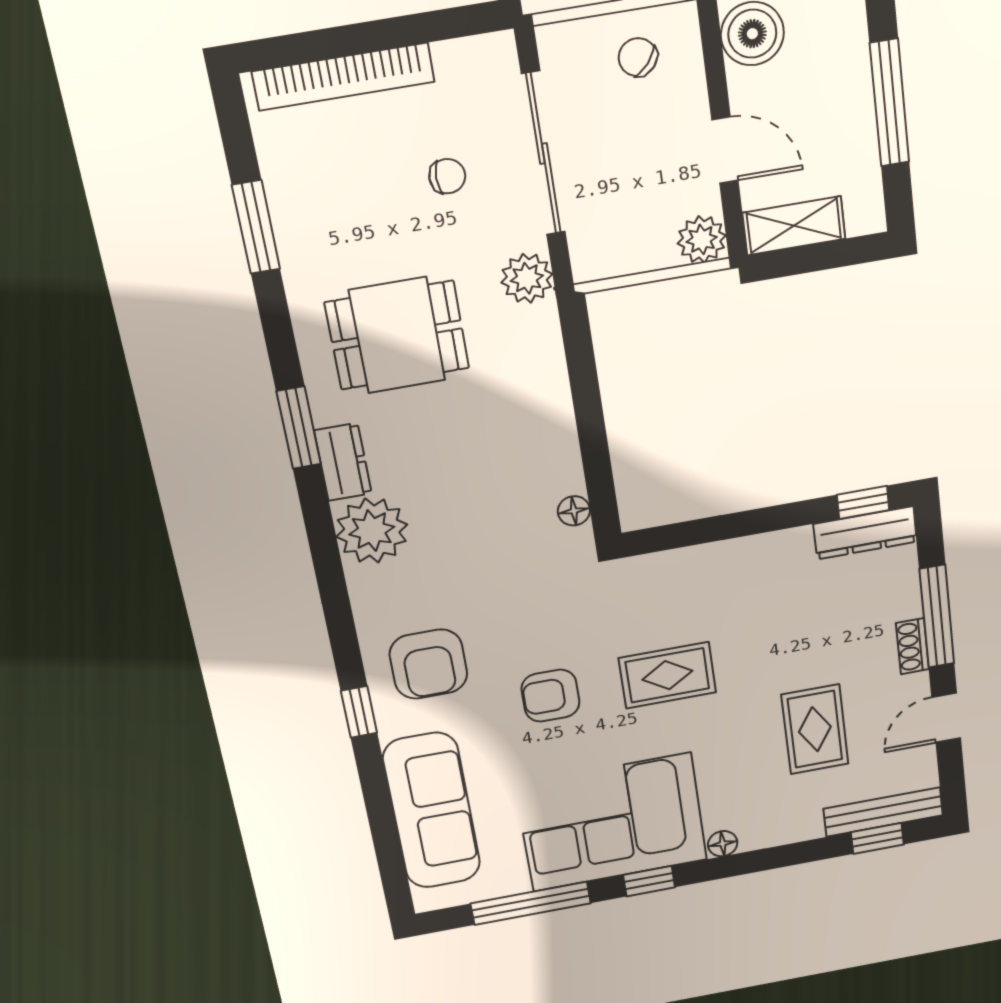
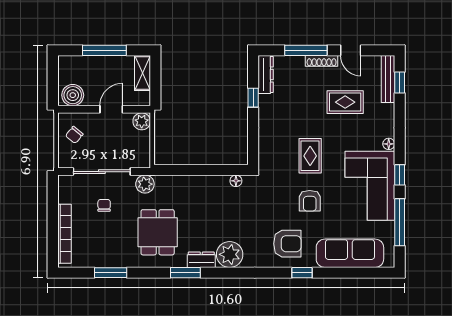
shelving: (794, 226) -> (142, 73), moved
window: (863, 502) -> (253, 98), moved
shoe rack: (912, 646) -> (322, 61), width x1.43

